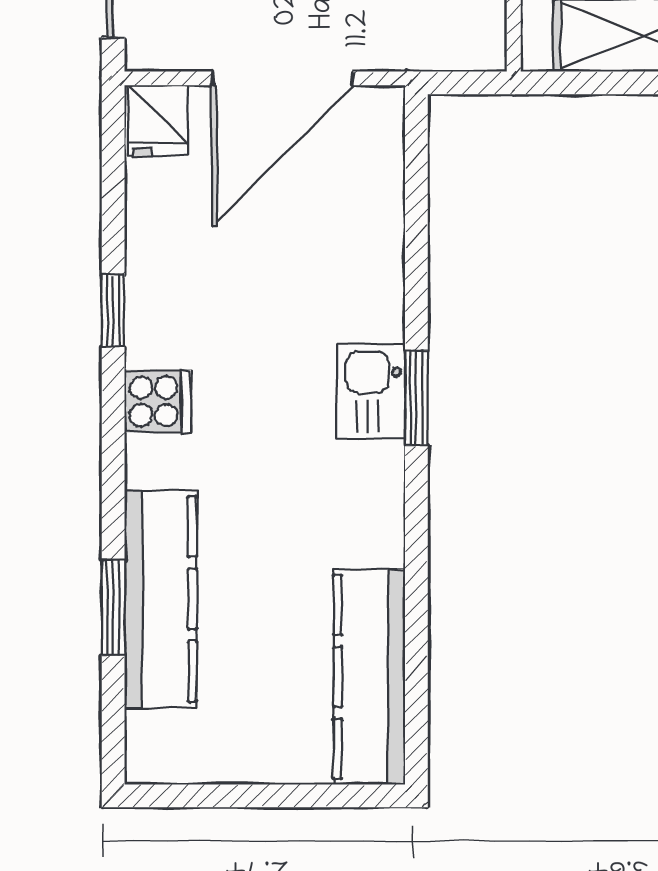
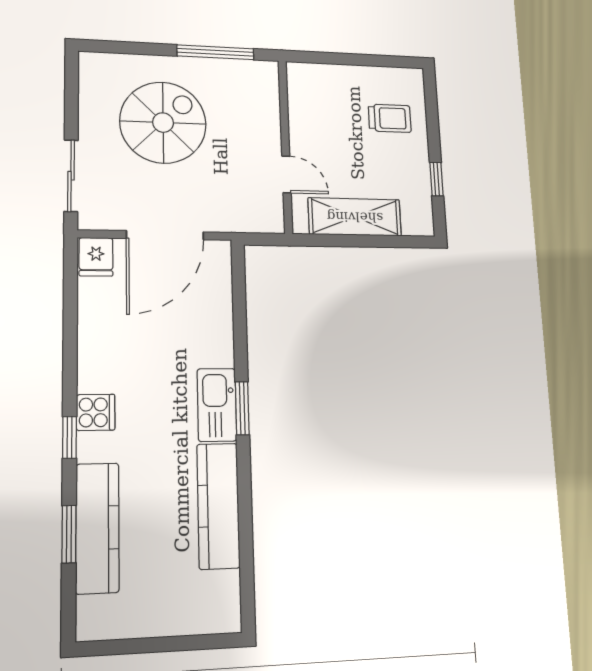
window: (113, 311) -> (69, 437), moved
kitchen sink: (371, 391) -> (217, 405), width x1.38
kitchen counter: (369, 677) -> (218, 506), moved

